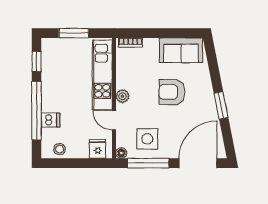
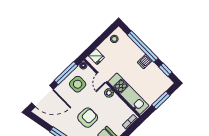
dishwasher: (50, 120) -> (145, 62), moved
door: (114, 120) -> (102, 78), swing flipped
door: (198, 163) -> (42, 96), hinge flipped

